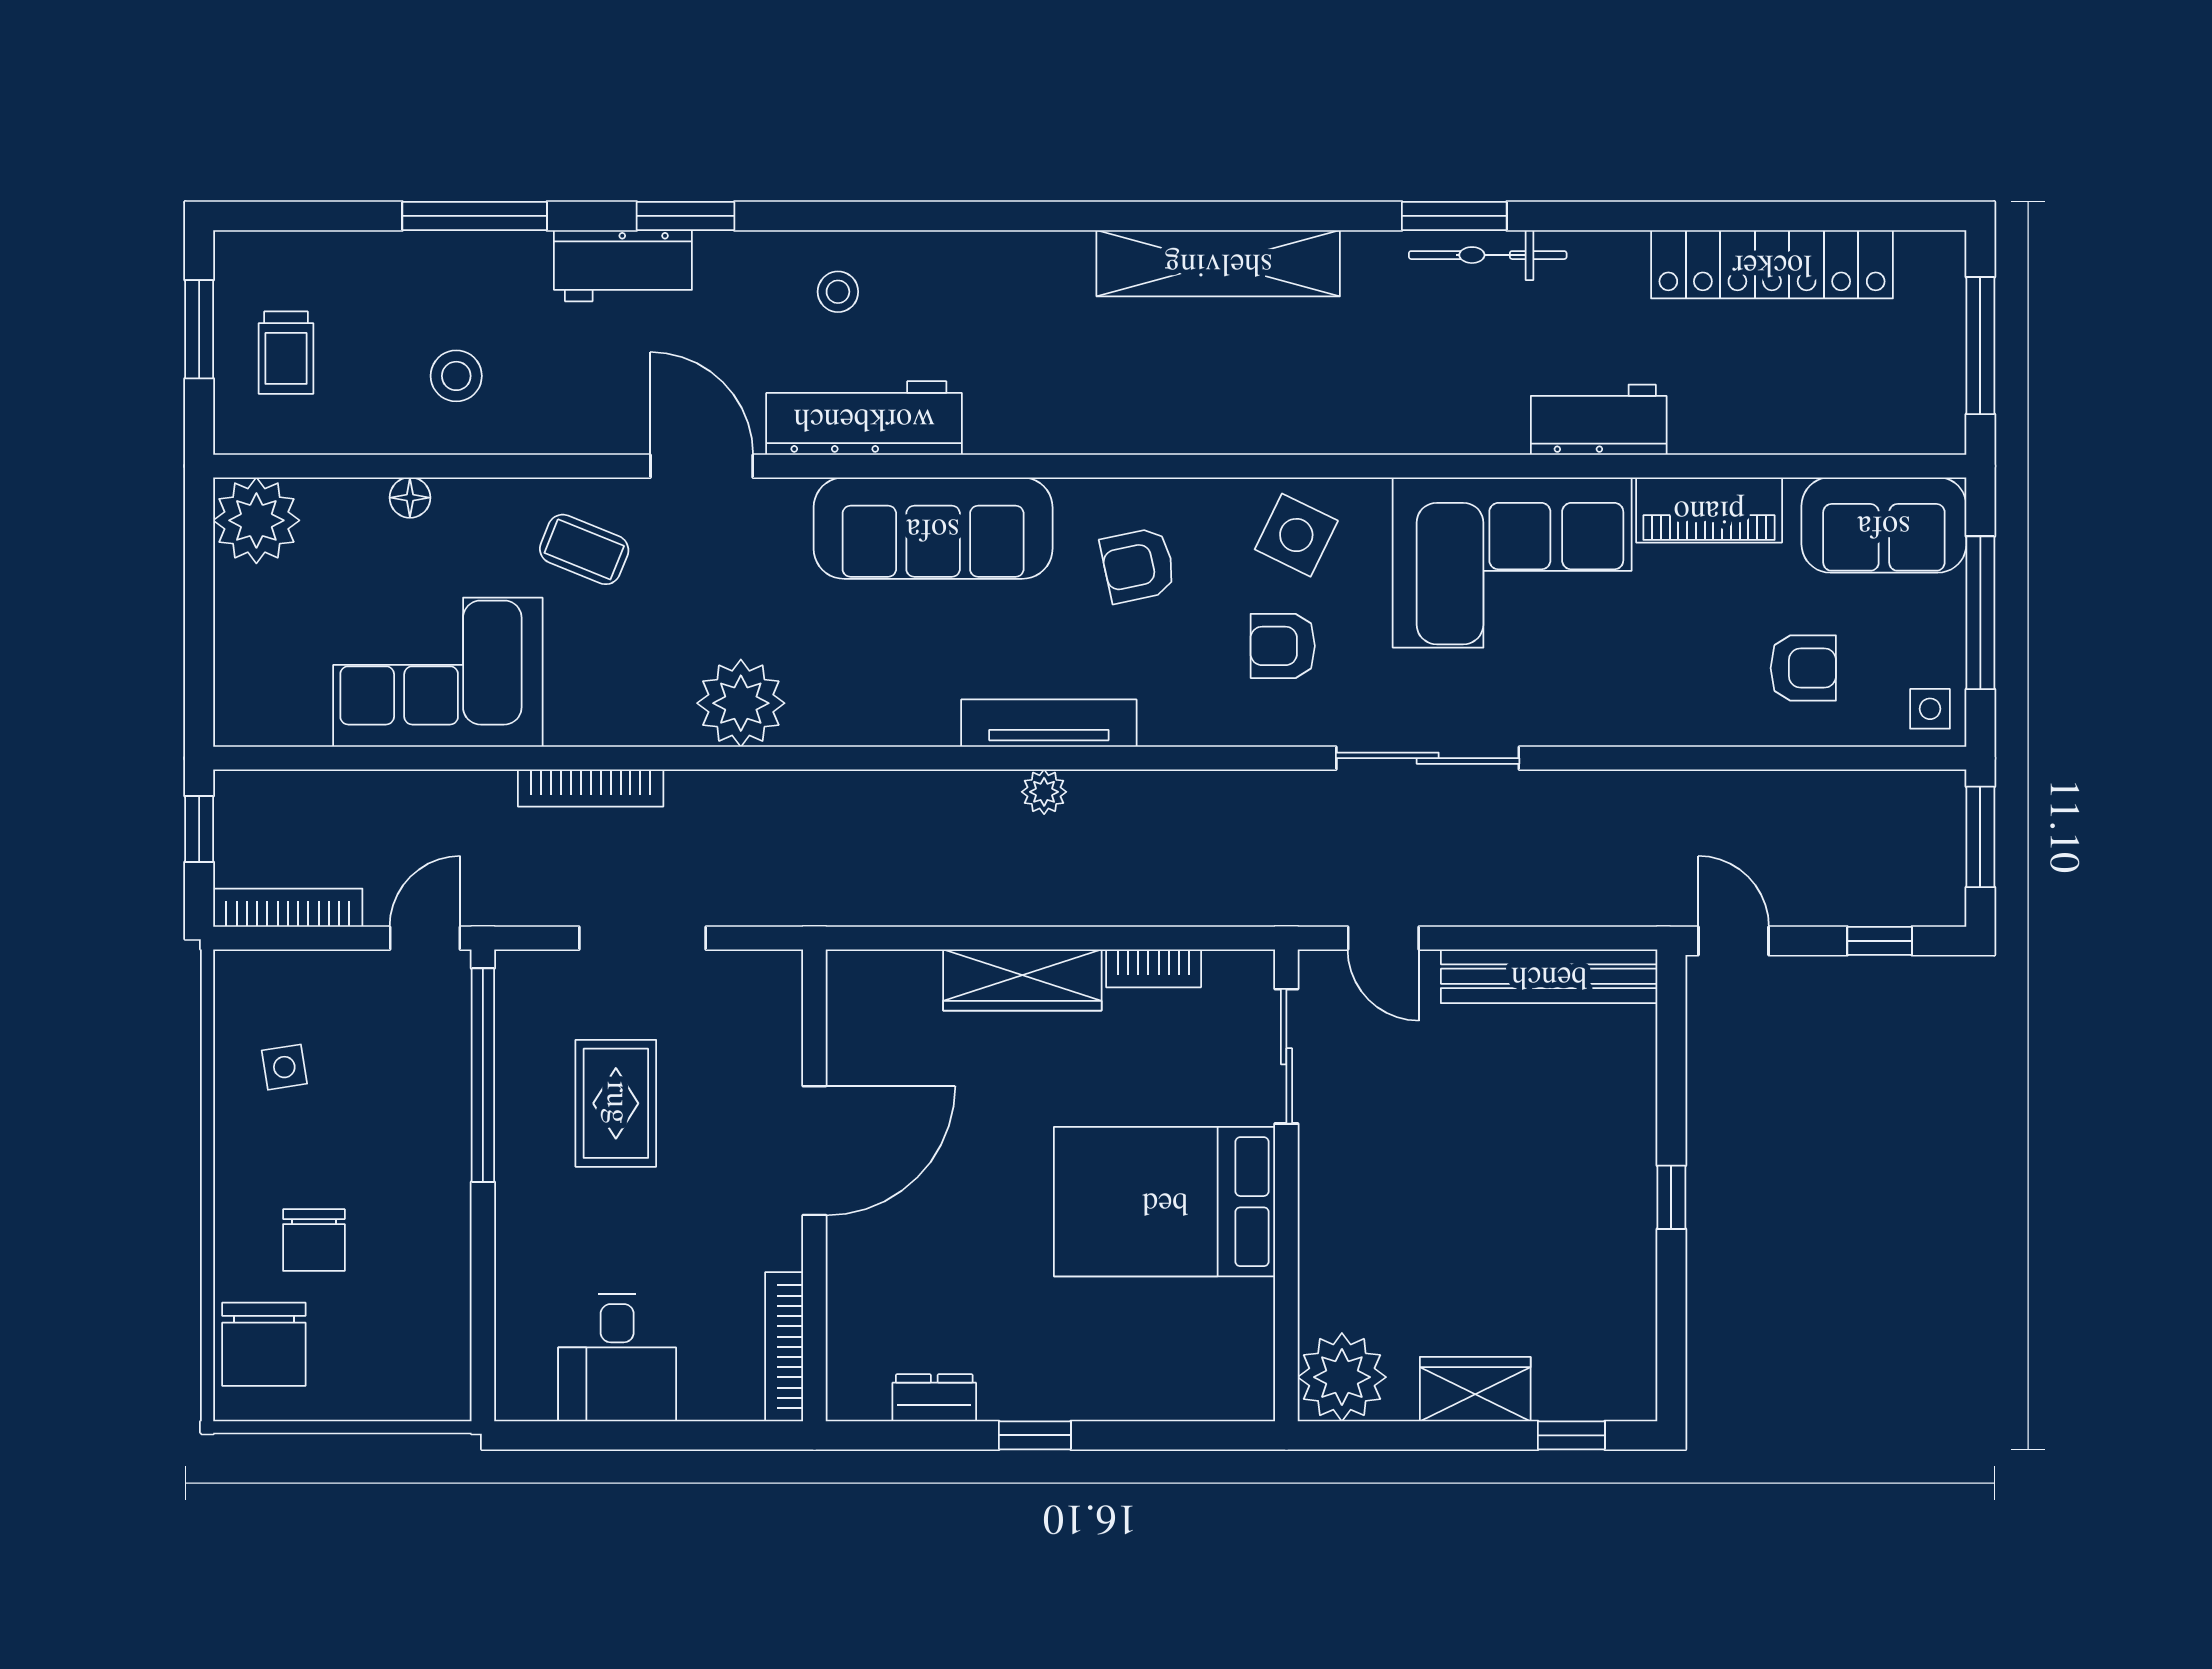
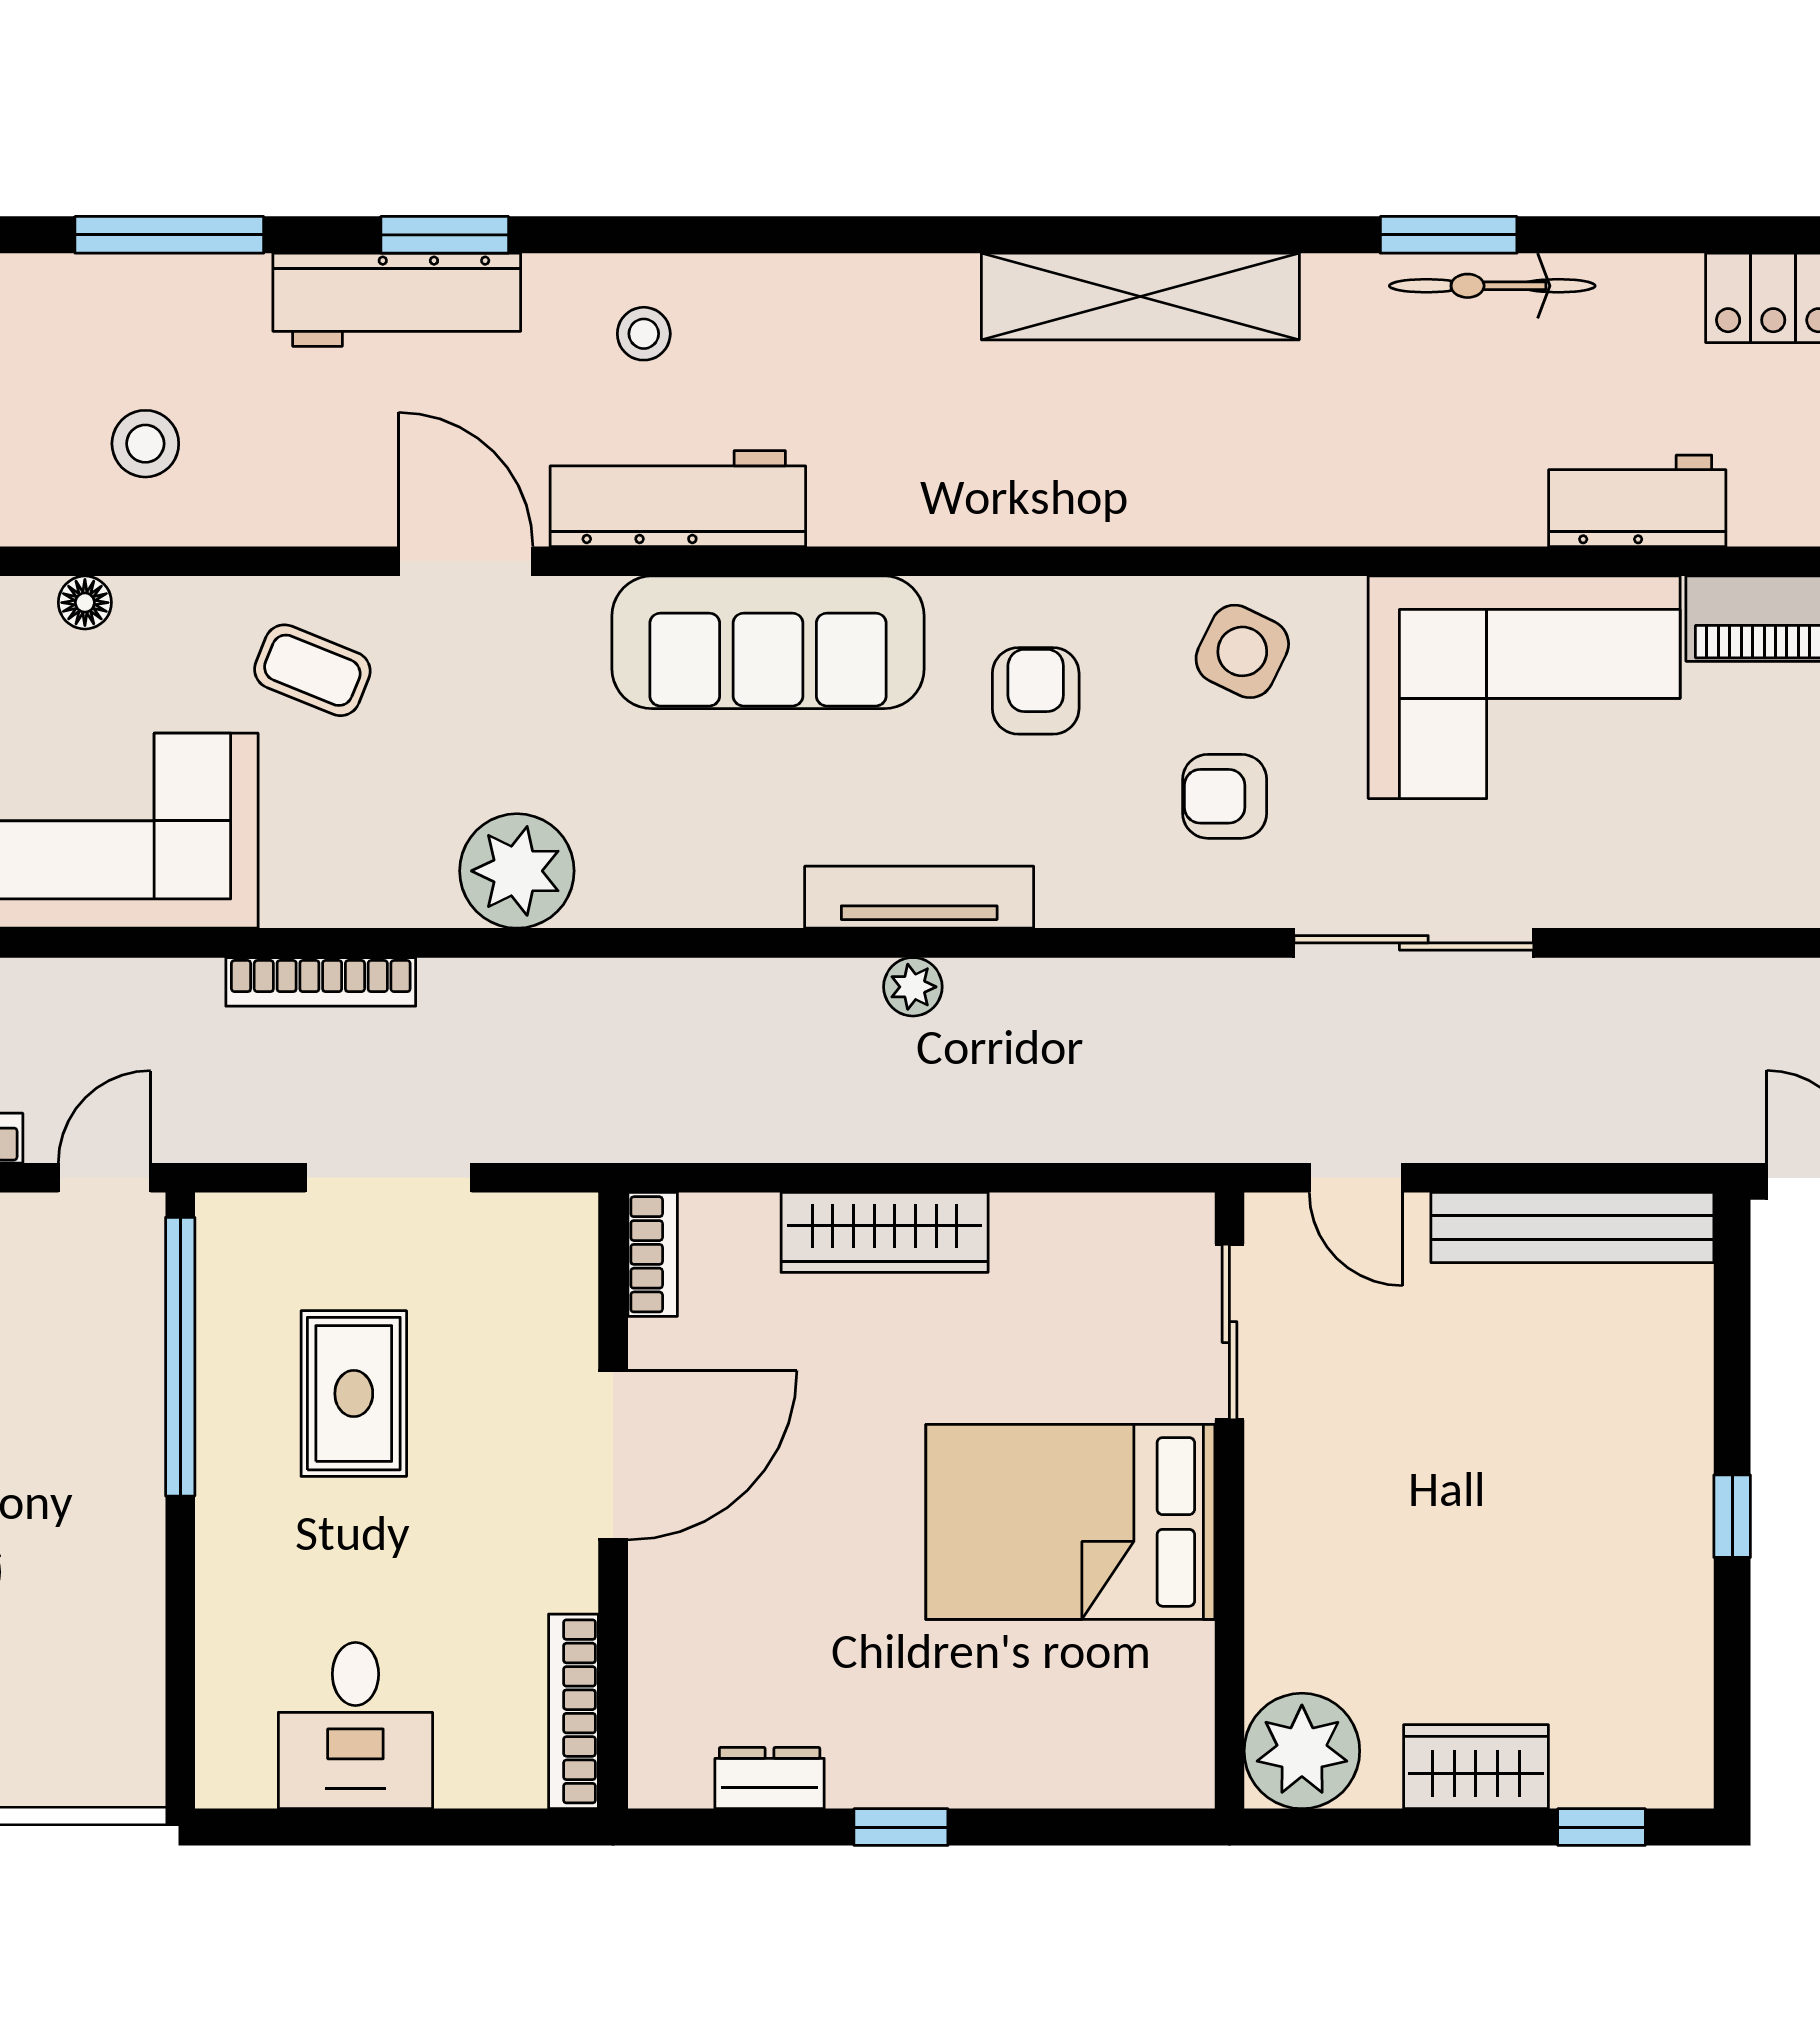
workbench: (623, 266) -> (397, 300), width x1.38
armchair: (1138, 565) -> (1036, 691), turned 102
bookcase: (1154, 968) -> (653, 1254), moved, turned -90

